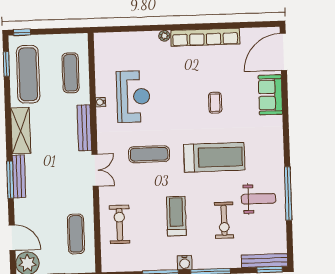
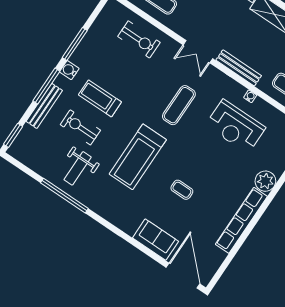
plant: (164, 36) -> (265, 181), width x1.87, depth x1.87
treadmill: (176, 216) -> (100, 98), moved, turned 180
bench: (265, 261) -> (44, 106), moved

